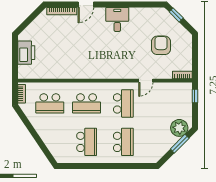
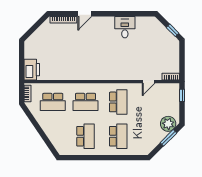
window: (176, 15) -> (173, 30), moved
desk: (117, 19) -> (125, 27), moved
armchair: (161, 45) -> (152, 50), removed
printer: (26, 53) -> (32, 70), moved
door: (146, 81) -> (149, 82), moved

